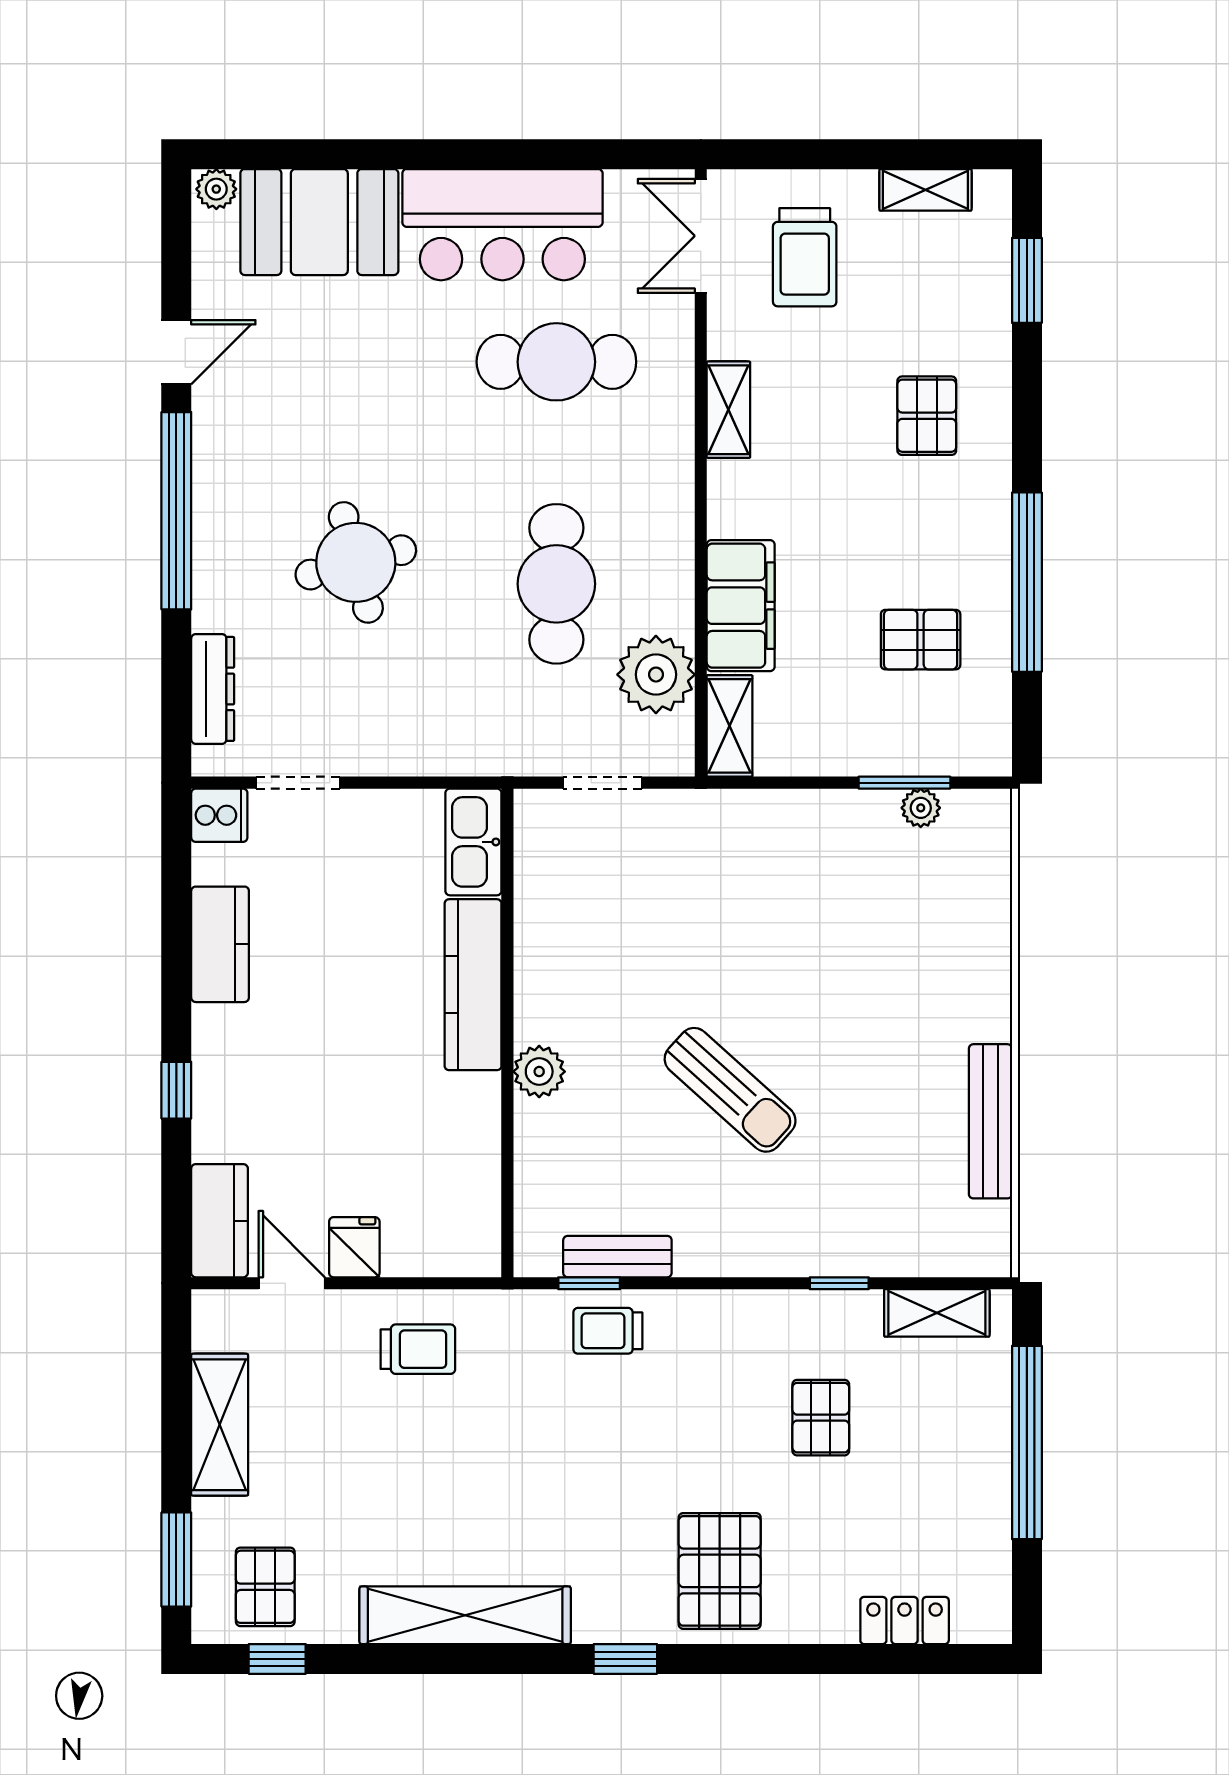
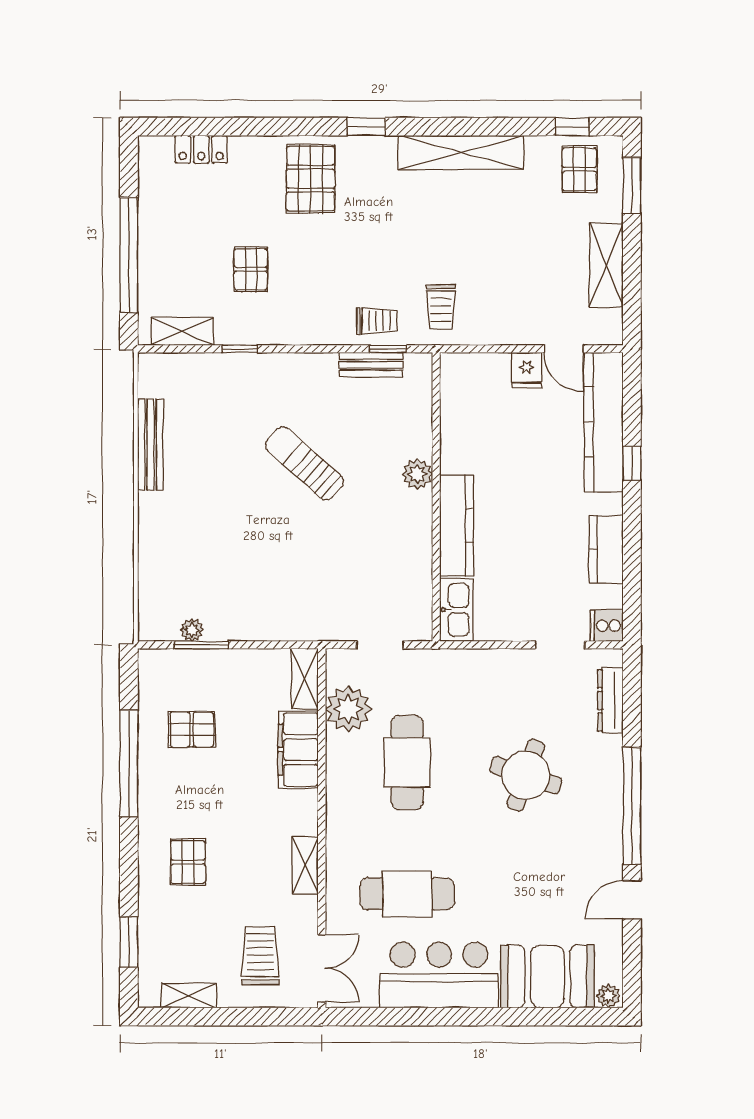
round table: (356, 562) -> (526, 775), turned 34
kitchen counter: (220, 1221) -> (604, 422), width x2.08, depth x1.17
trolley: (418, 1349) -> (441, 307), moved, turned -90

